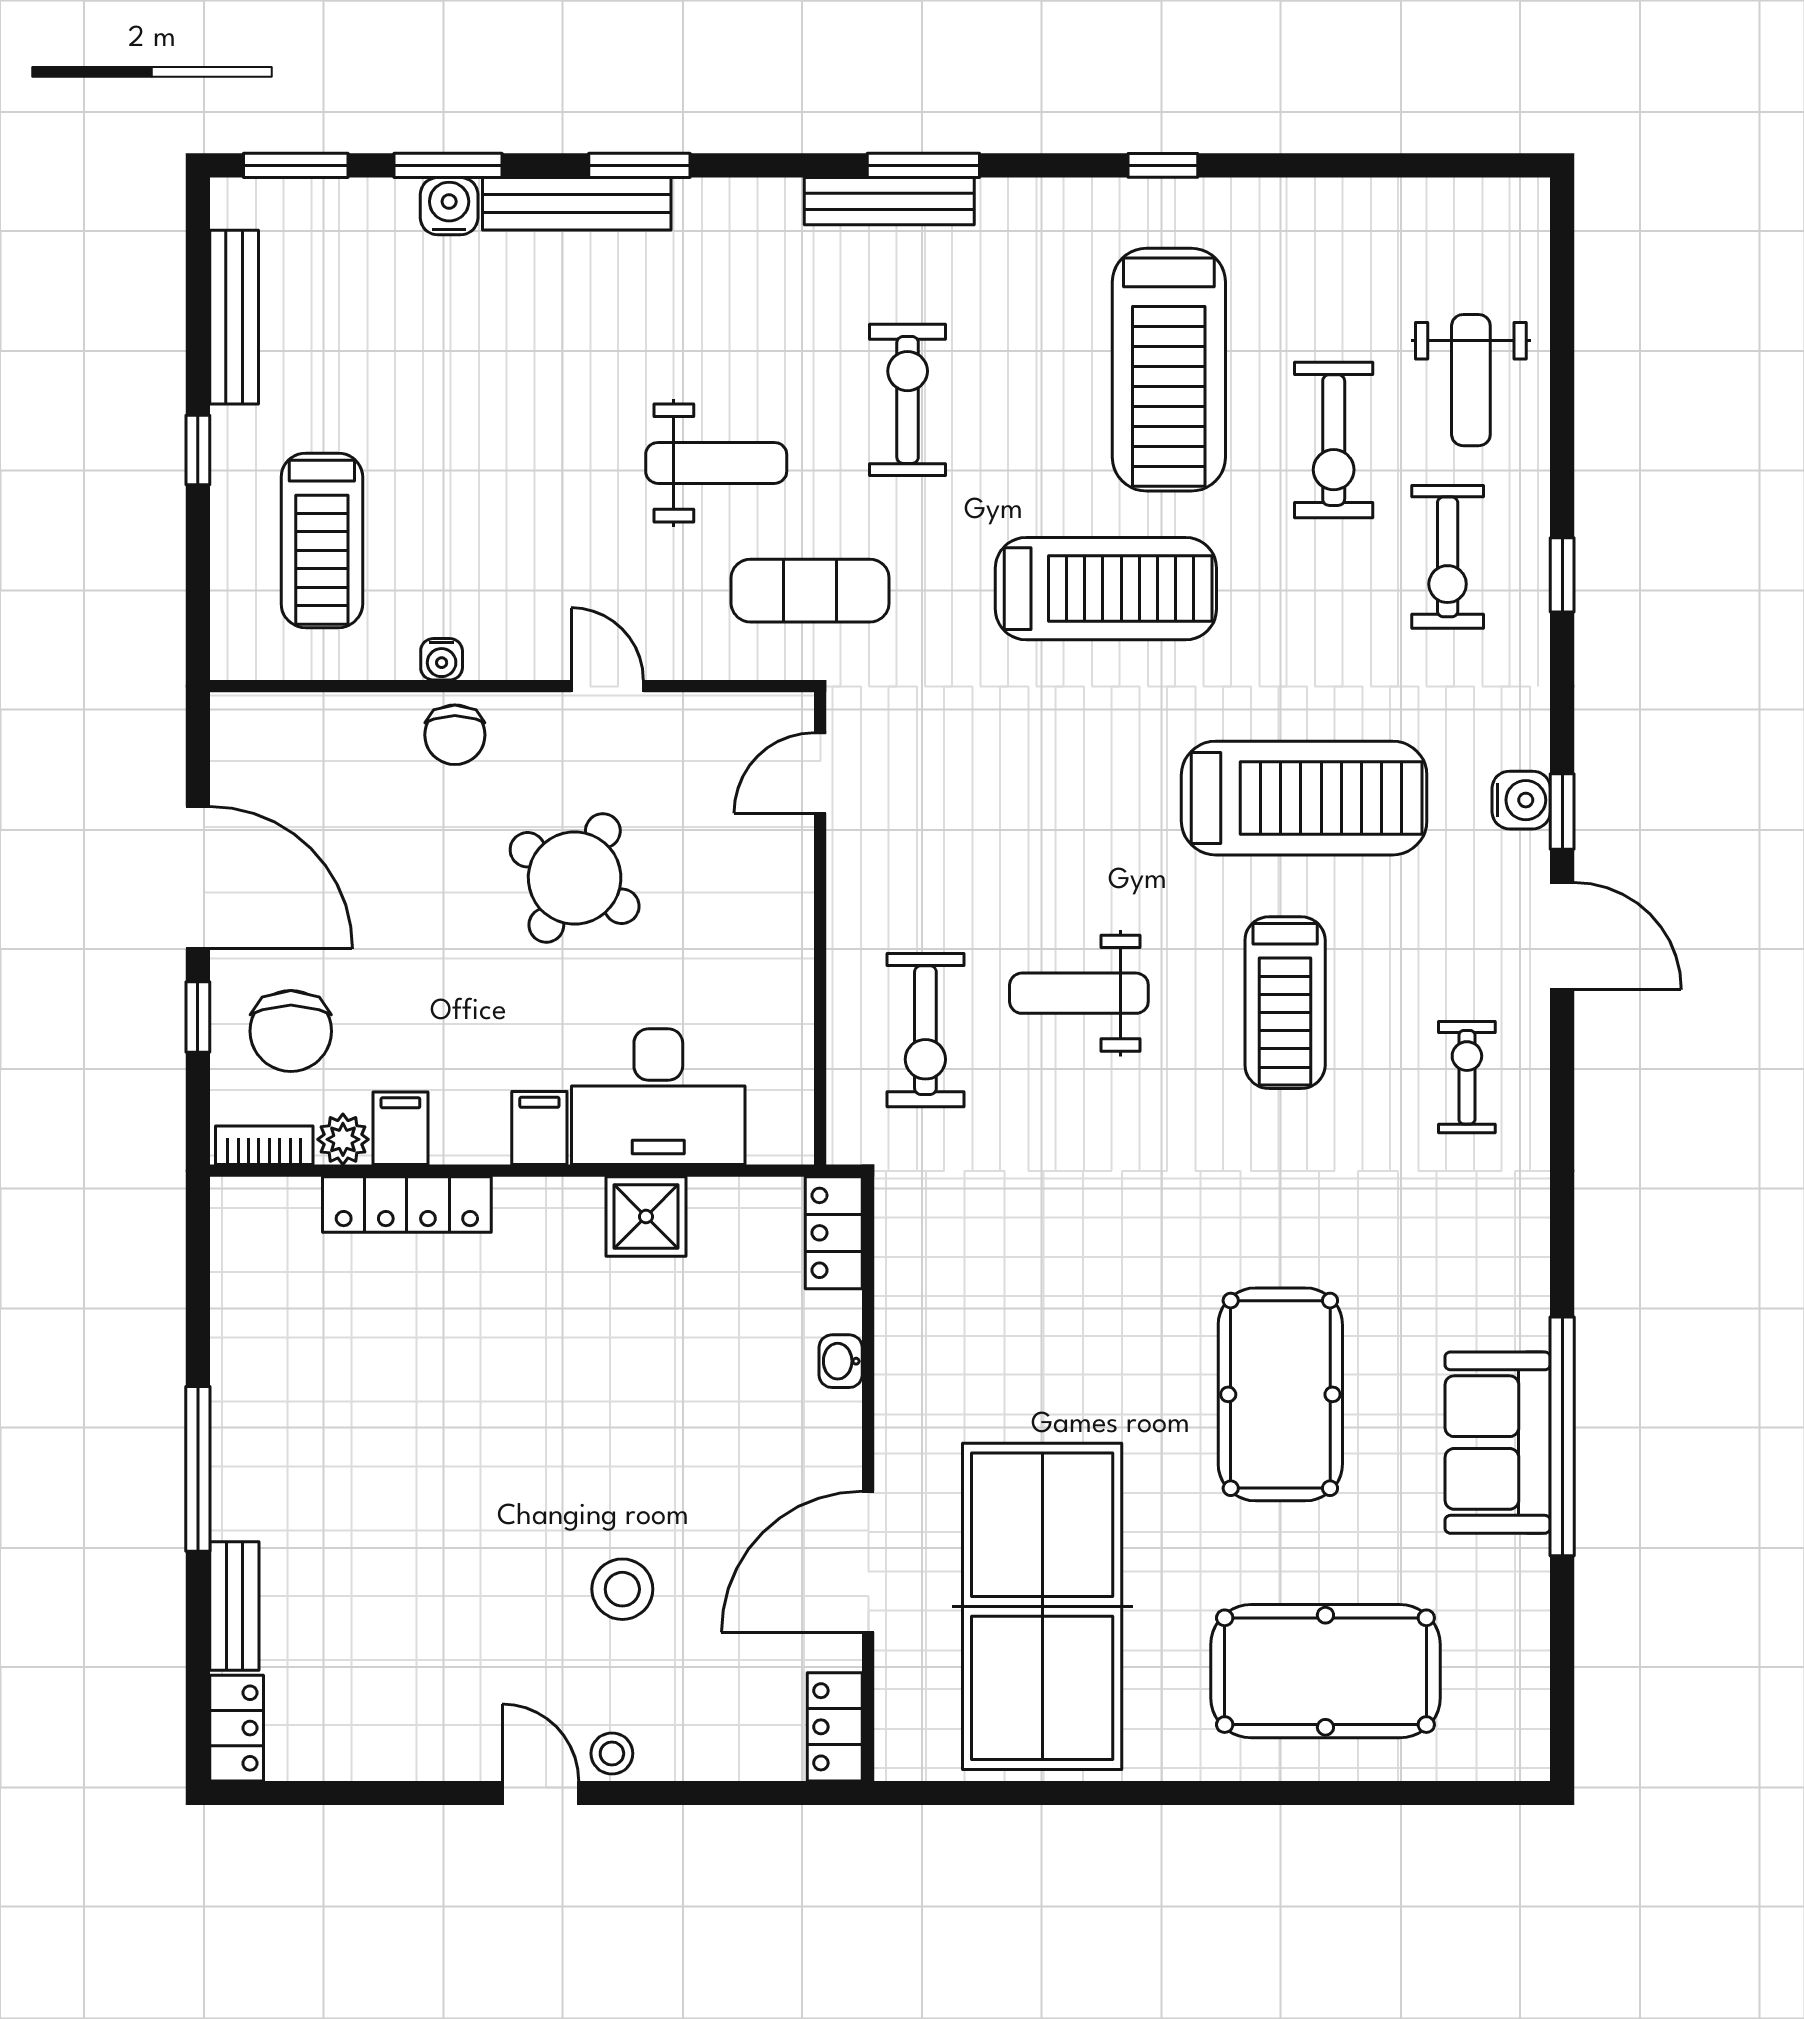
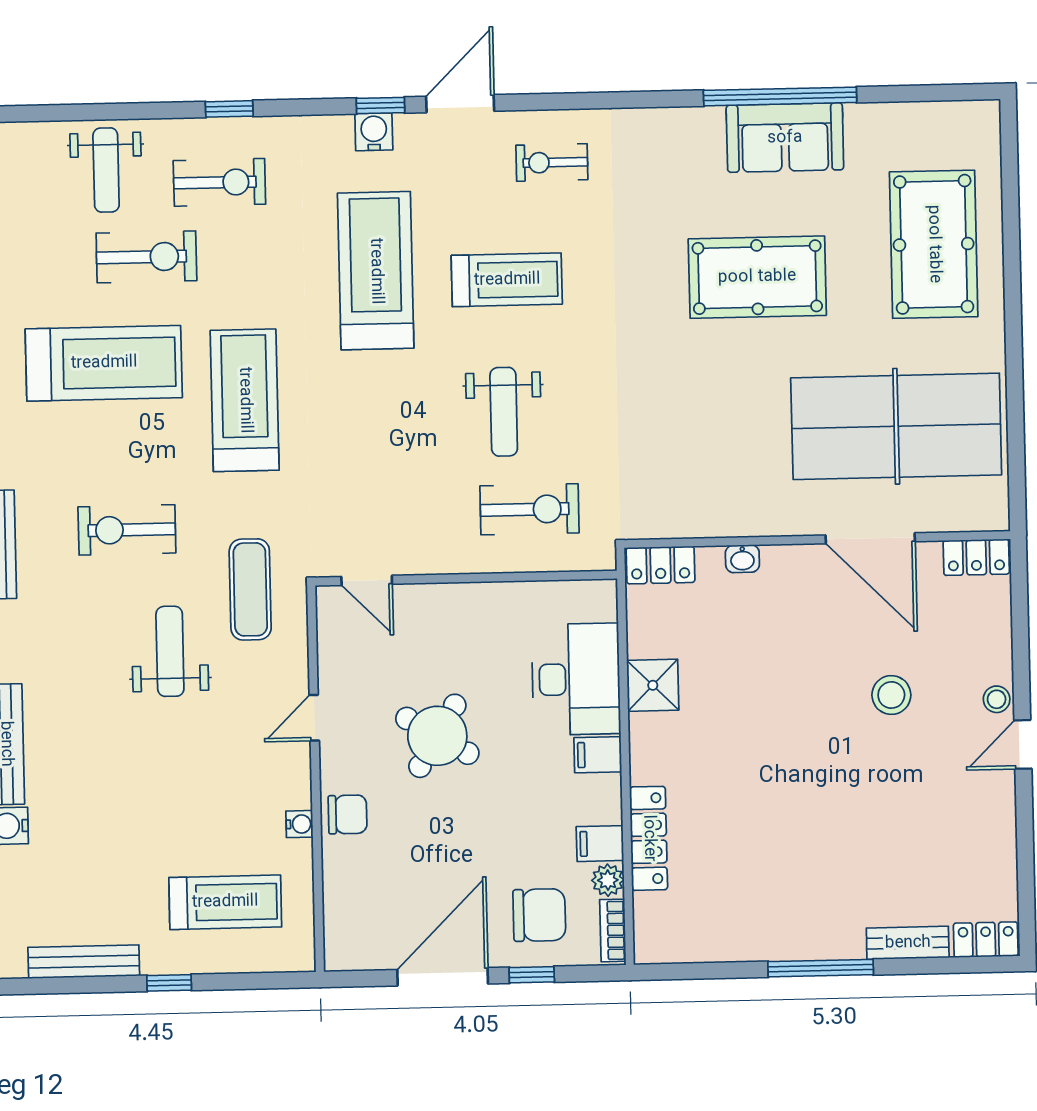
weight bench: (1471, 380) -> (106, 170), turned 90

